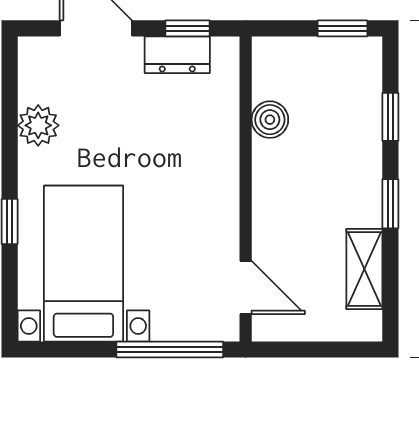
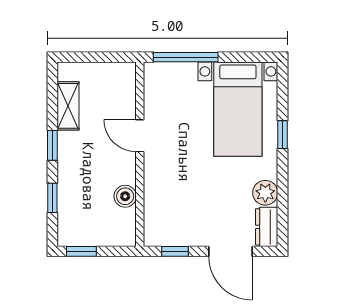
dresser: (177, 55) -> (267, 227), moved, turned -90
door: (246, 287) -> (140, 136), moved

